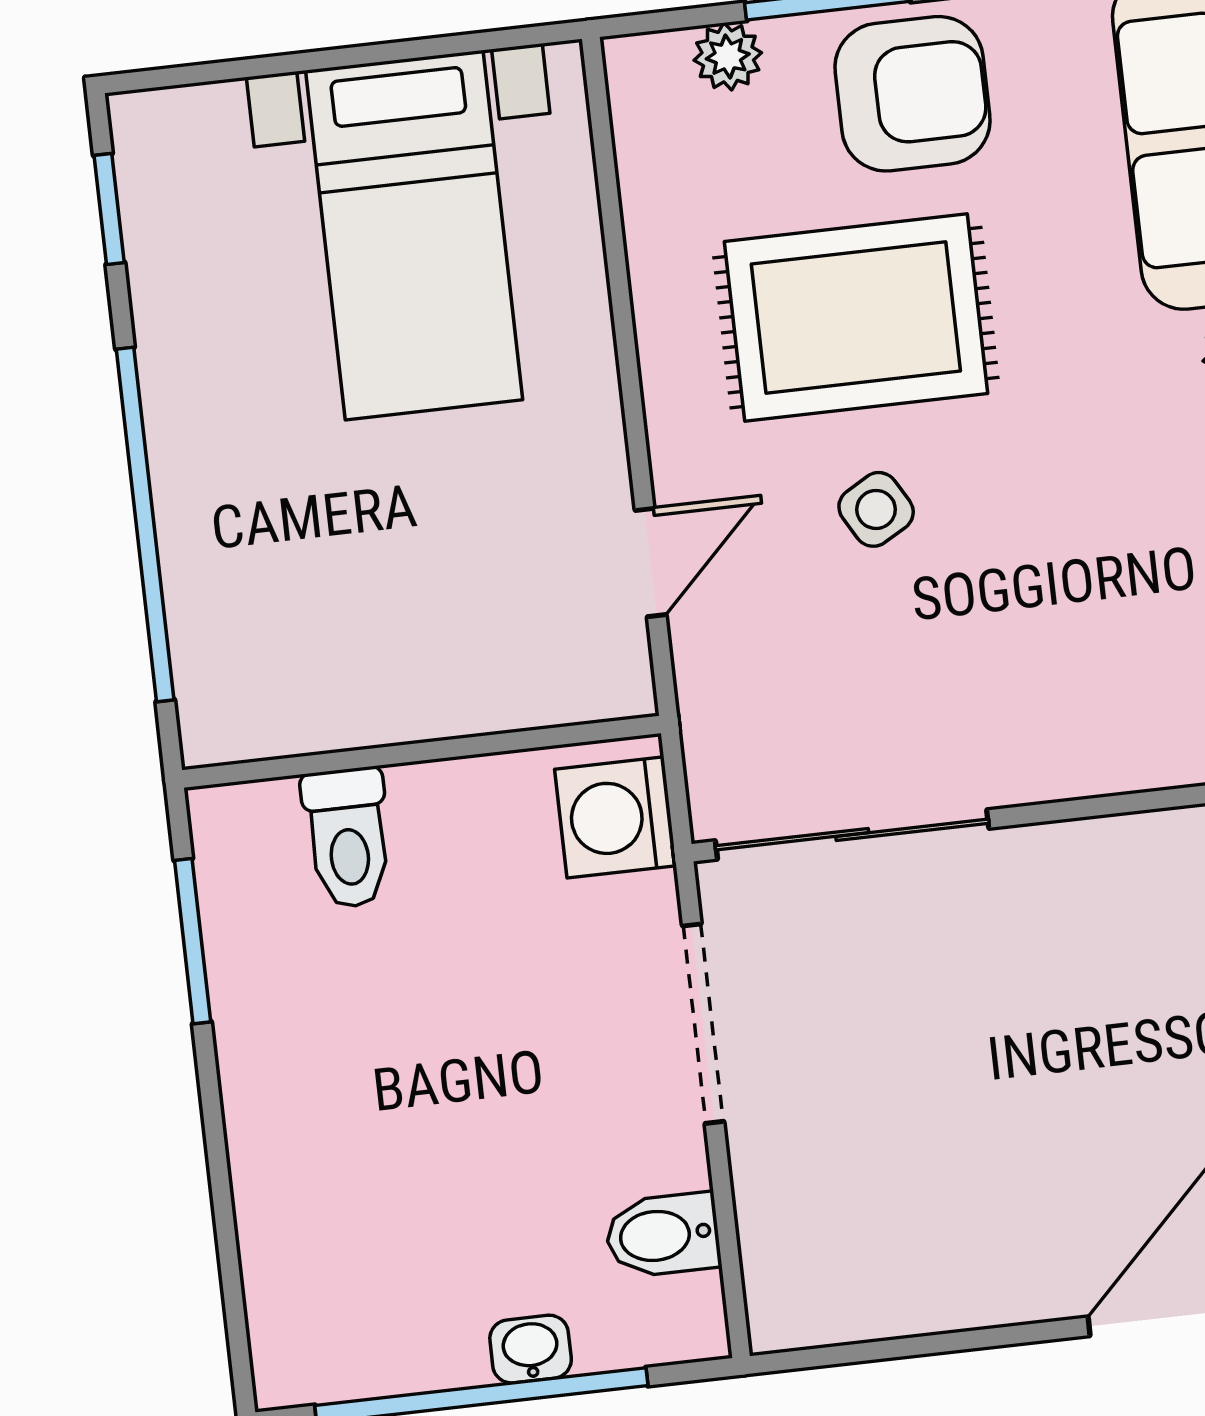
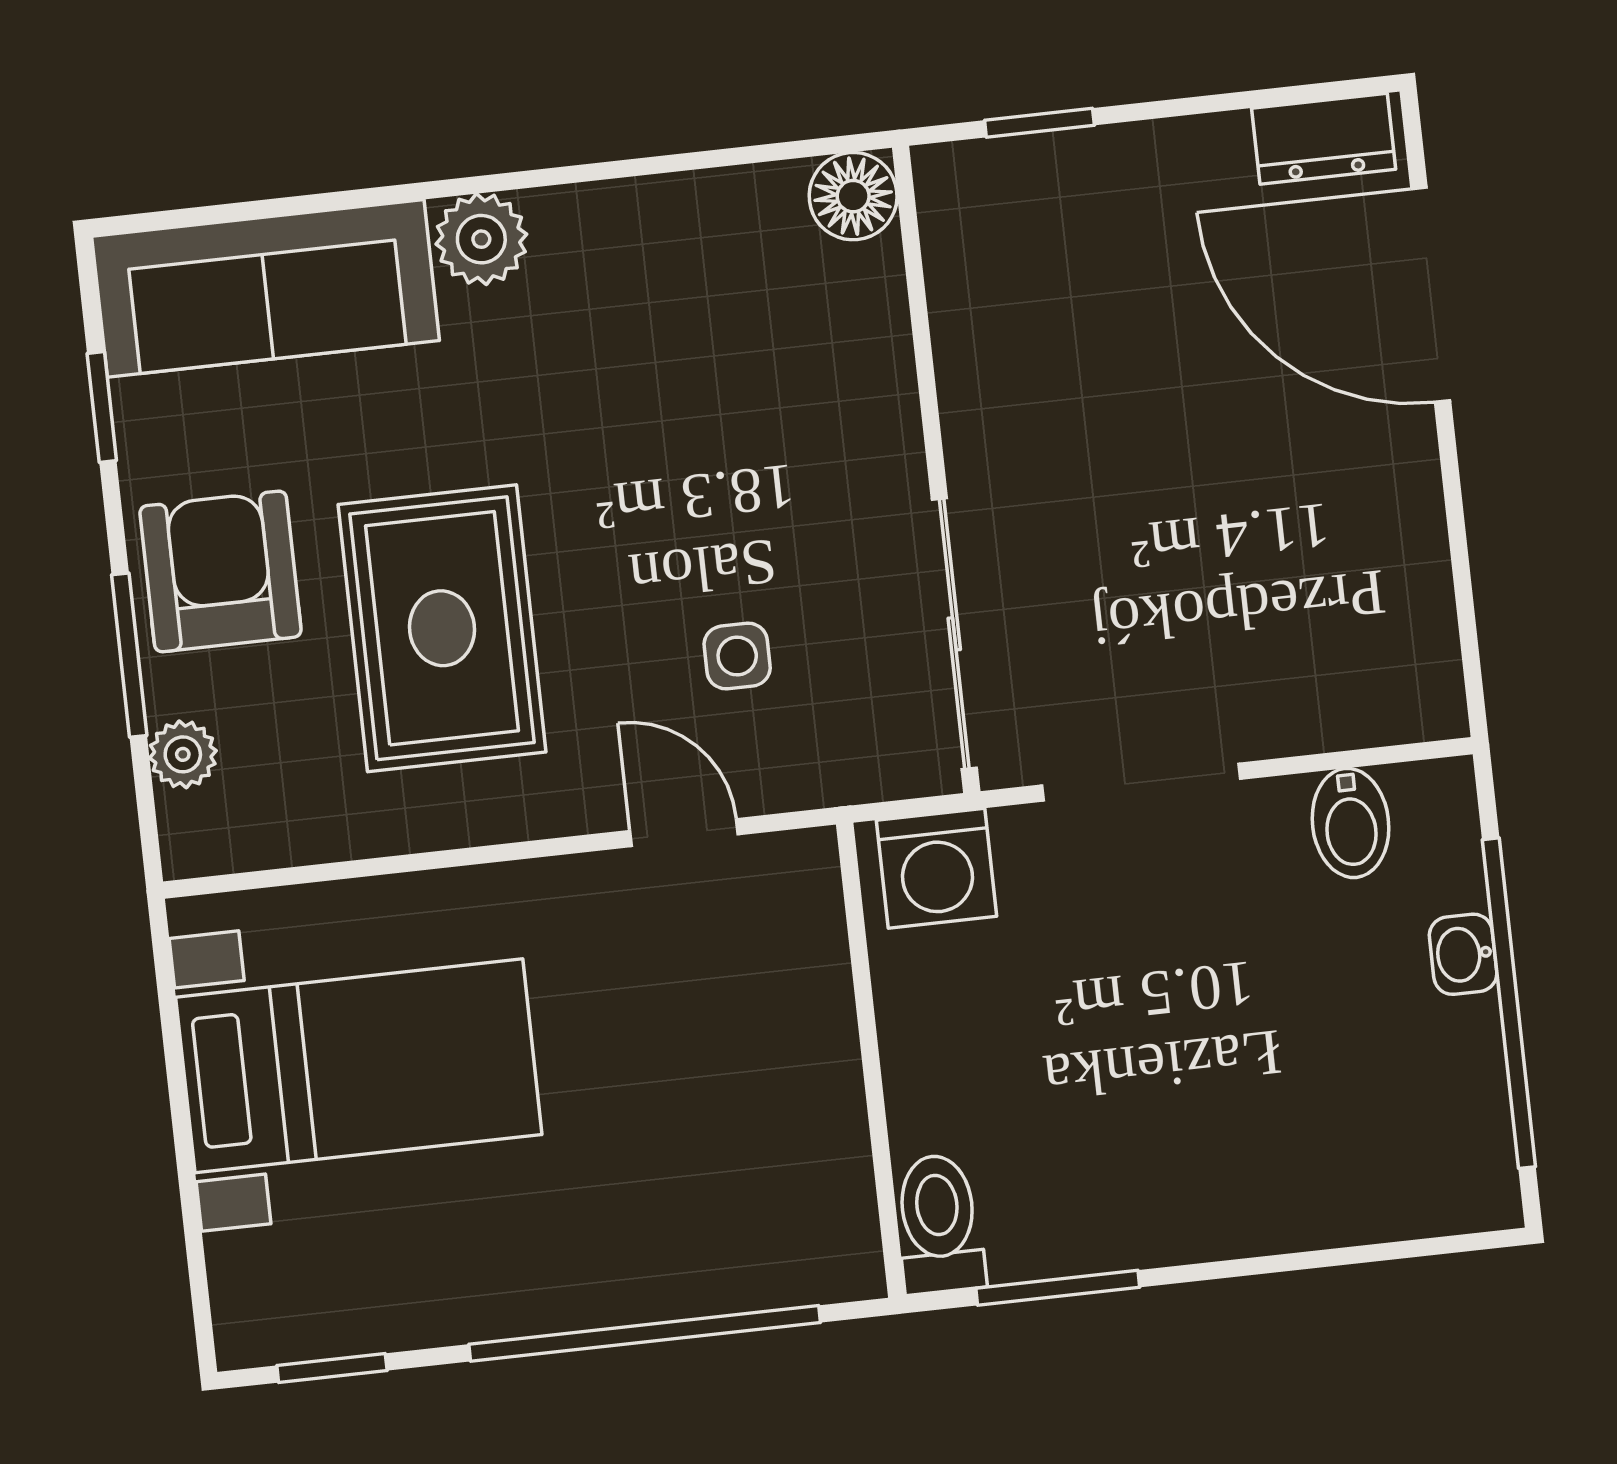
side table: (876, 509) -> (737, 656), moved, turned 30
toilet: (348, 838) -> (939, 1224), moved, turned -90

